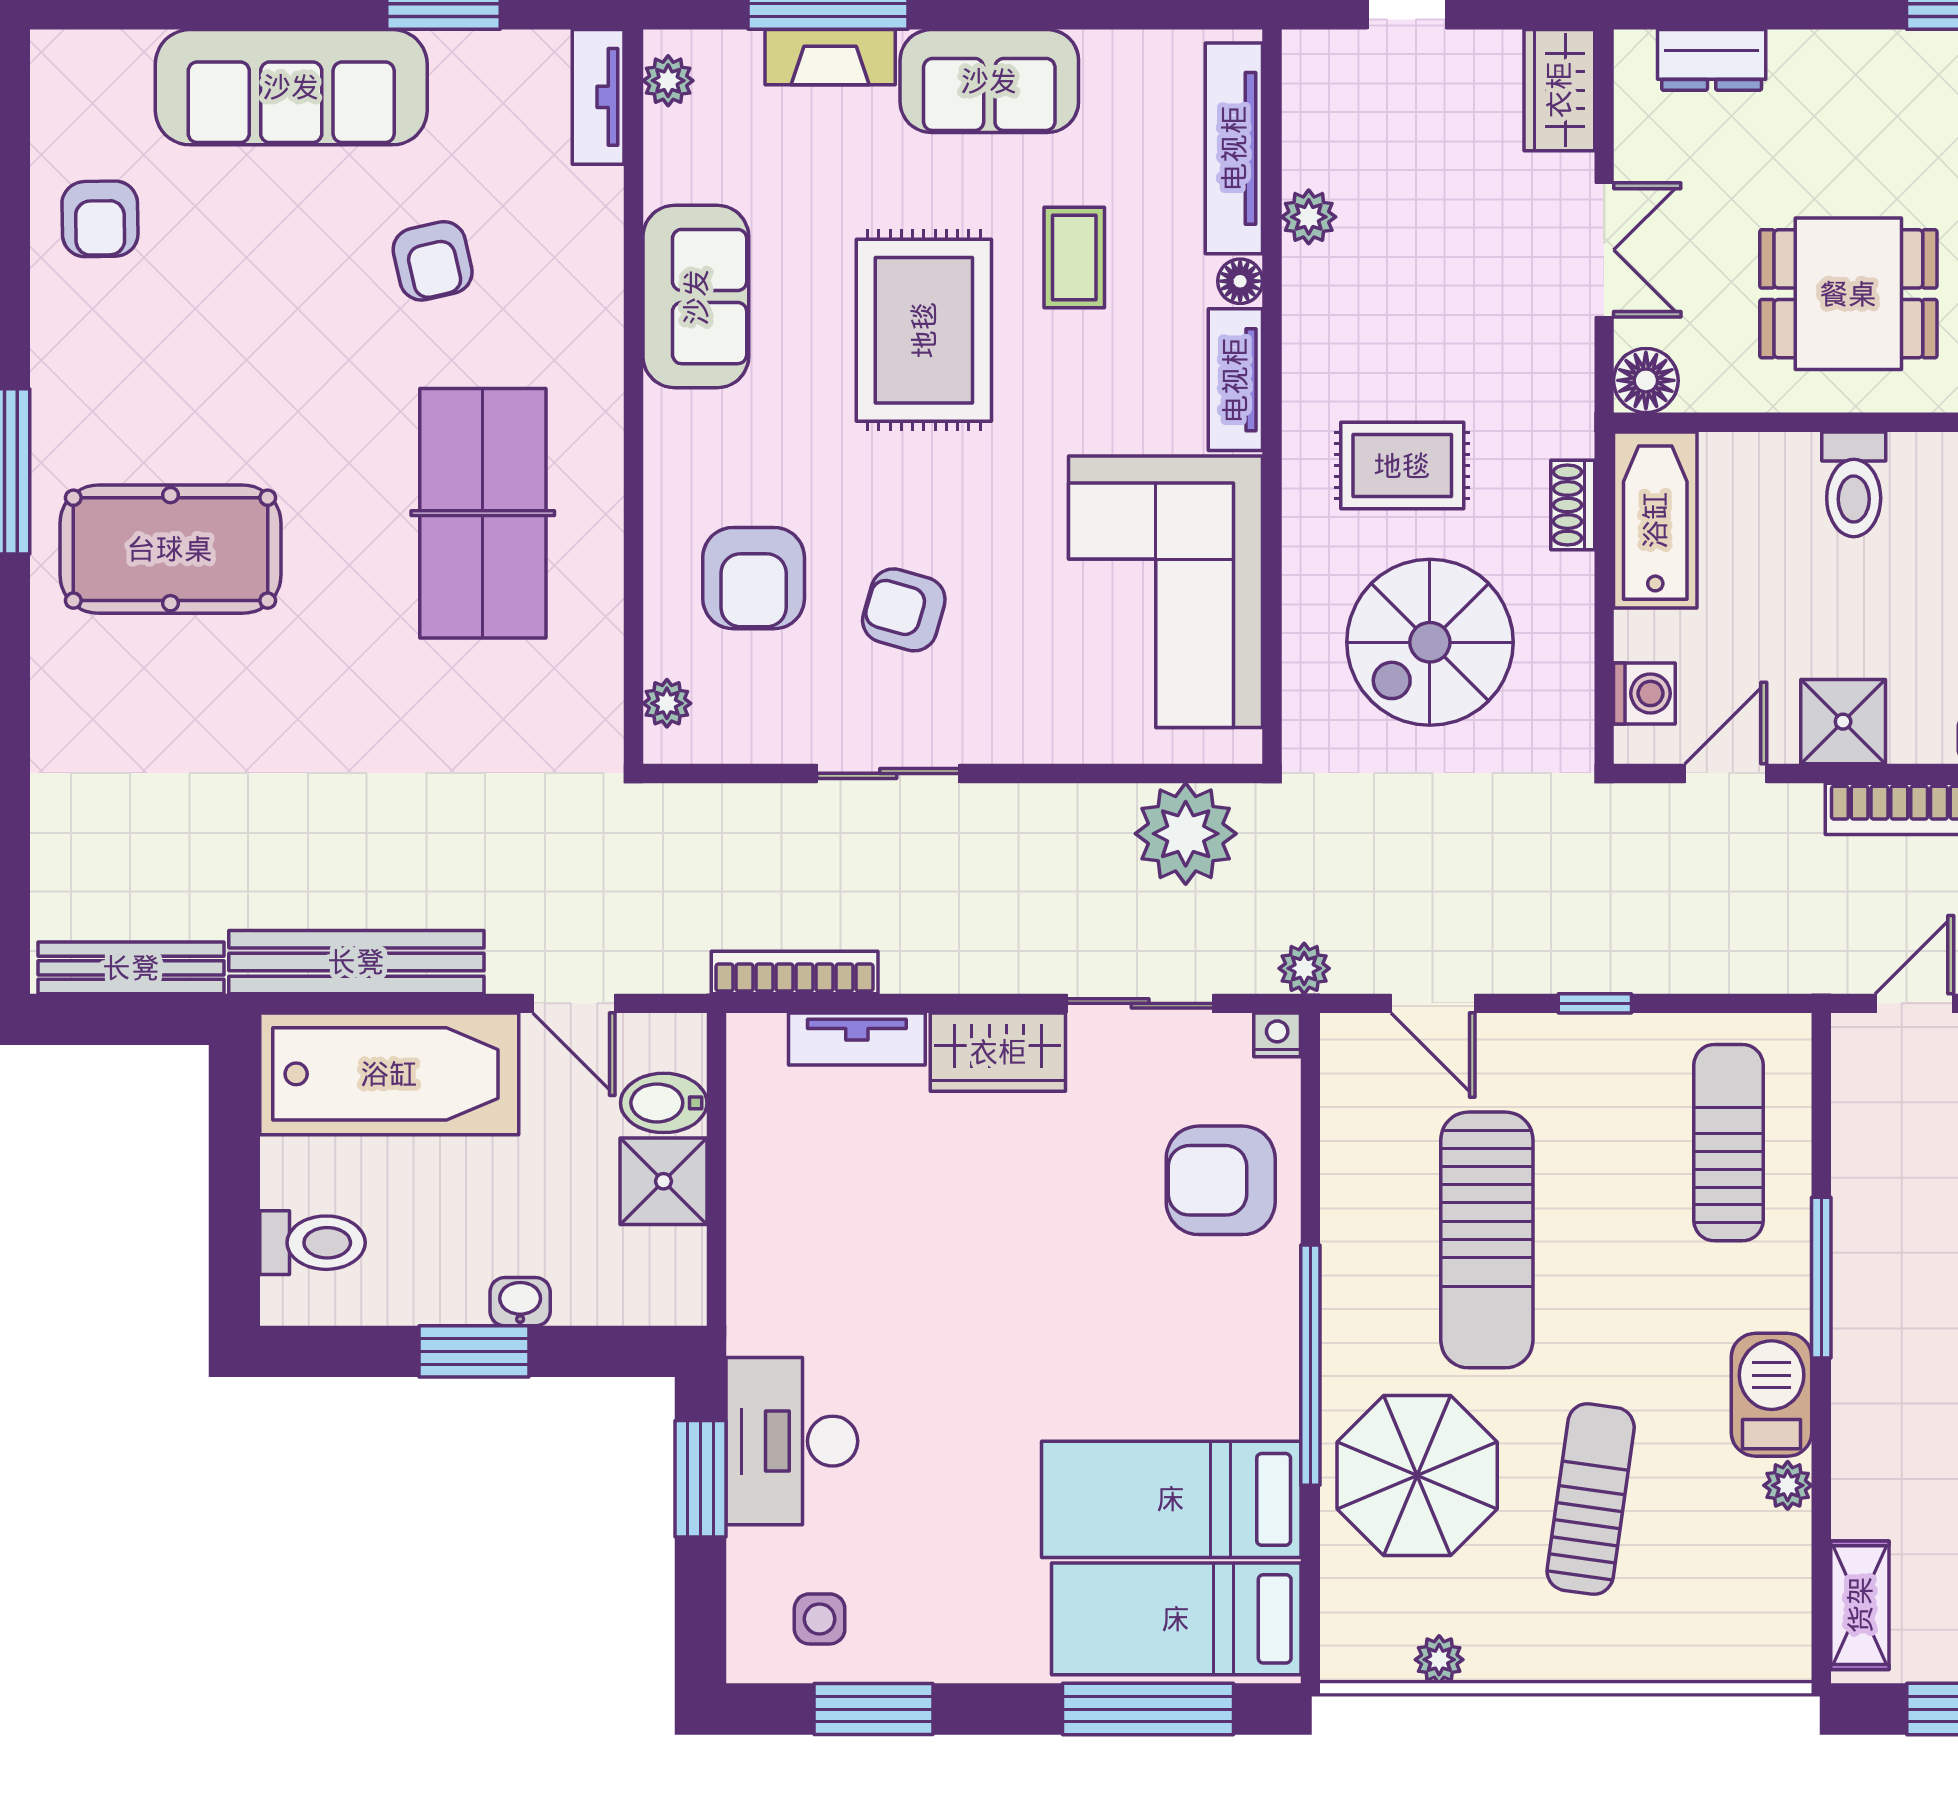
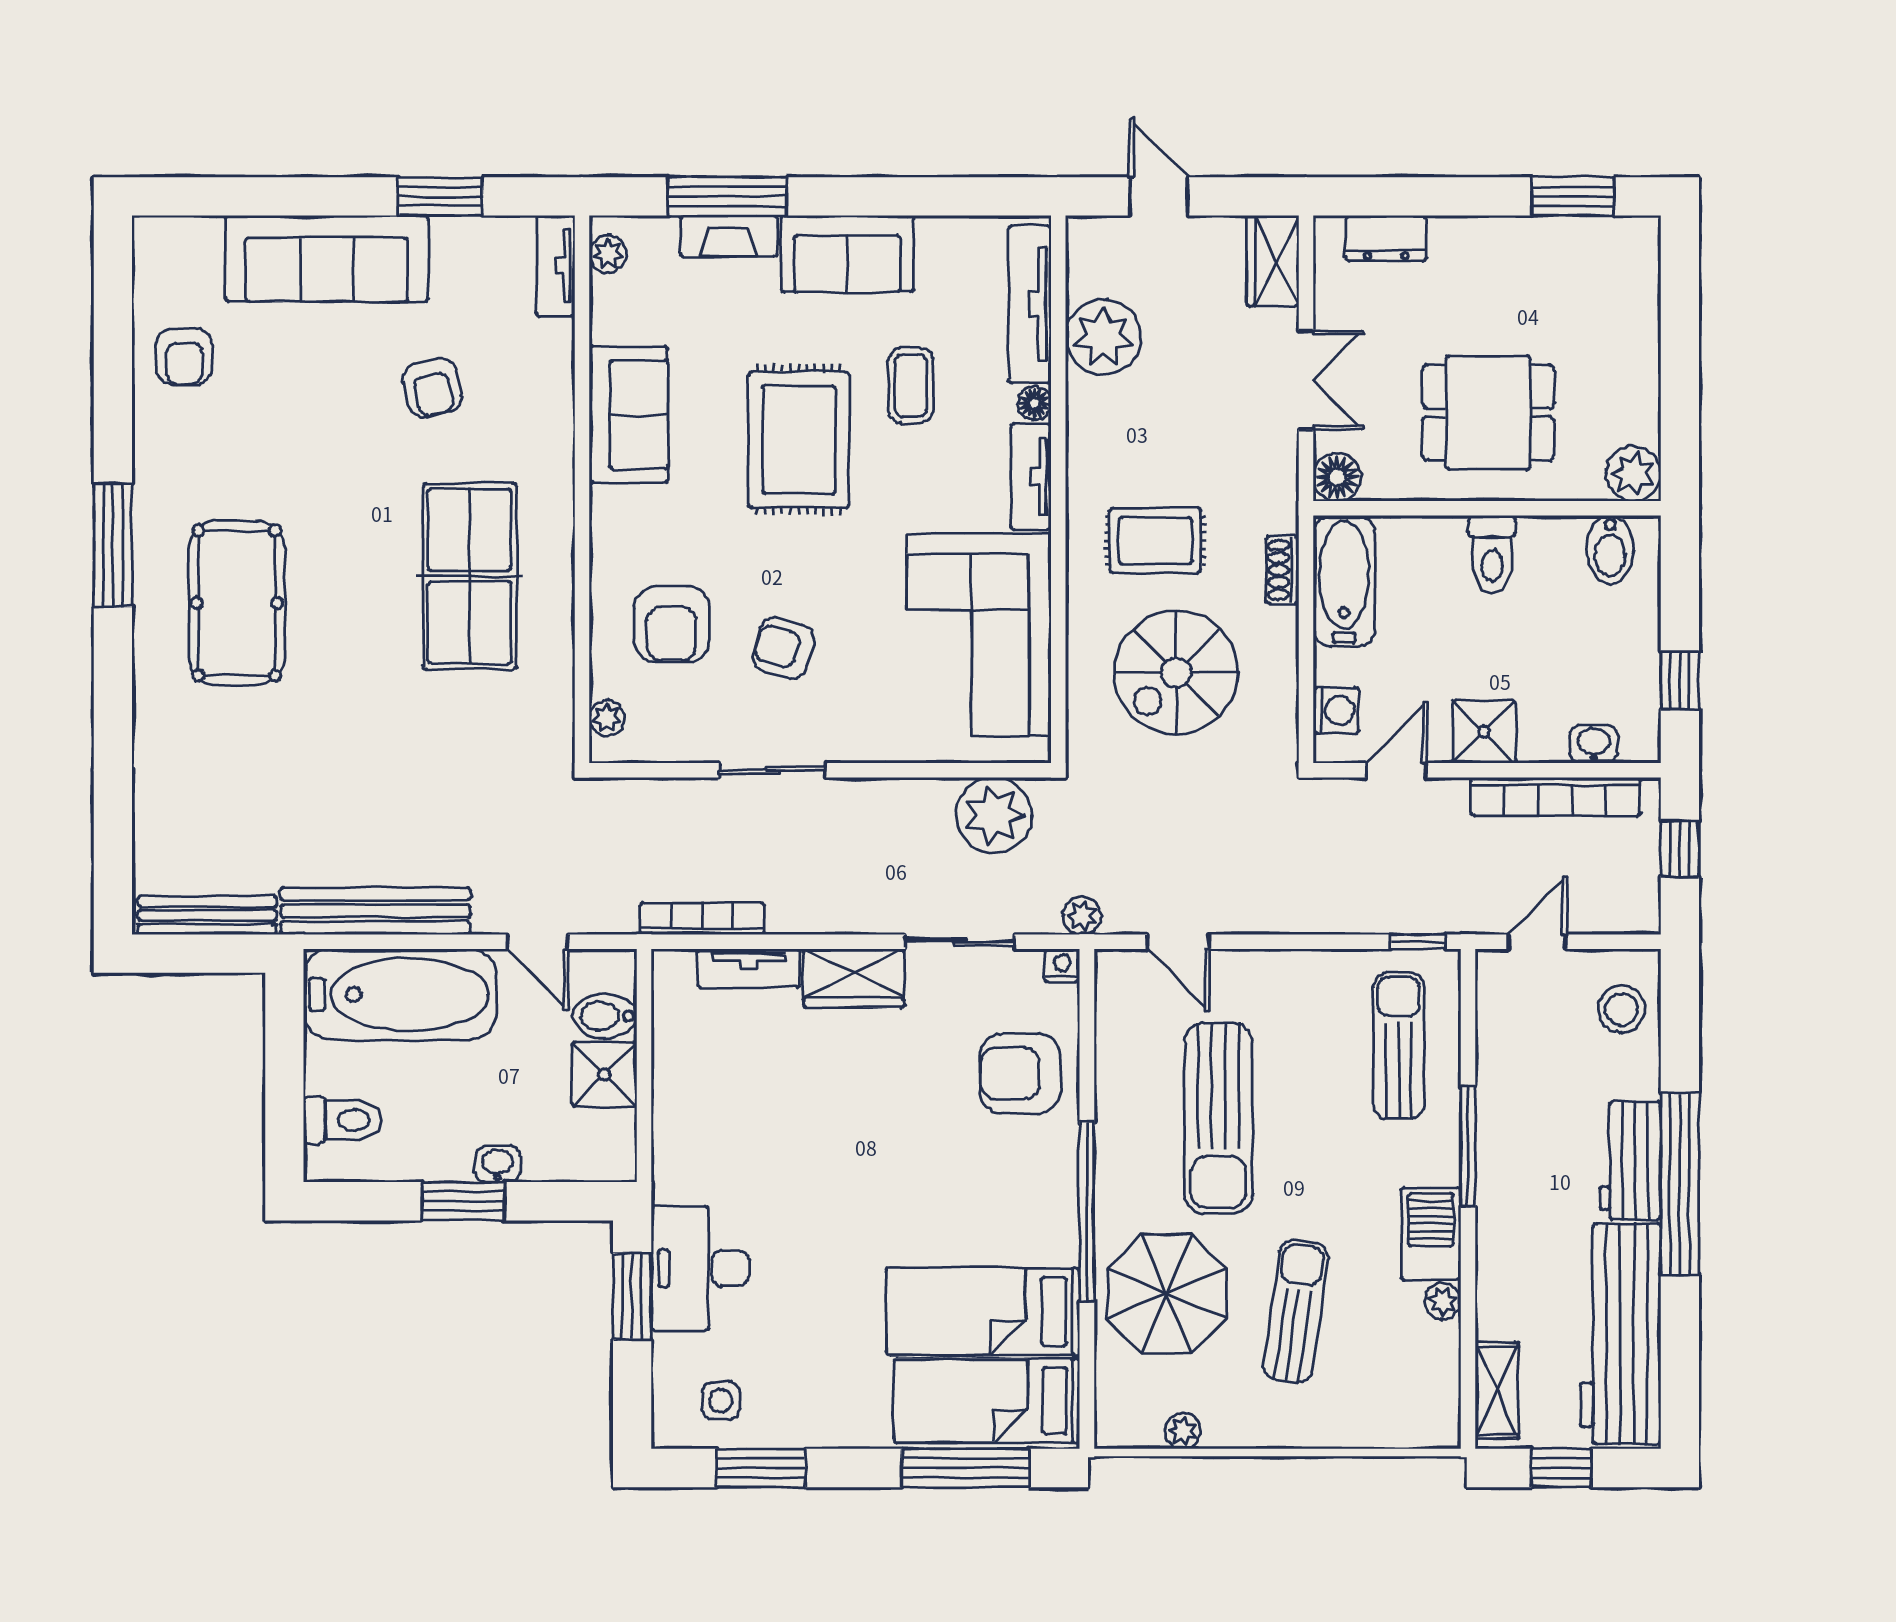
plant: (1309, 217) -> (1103, 338), width x1.87, depth x1.87
pool table: (170, 549) -> (237, 603), turned 90
window: (1595, 1003) -> (1418, 942), moved

